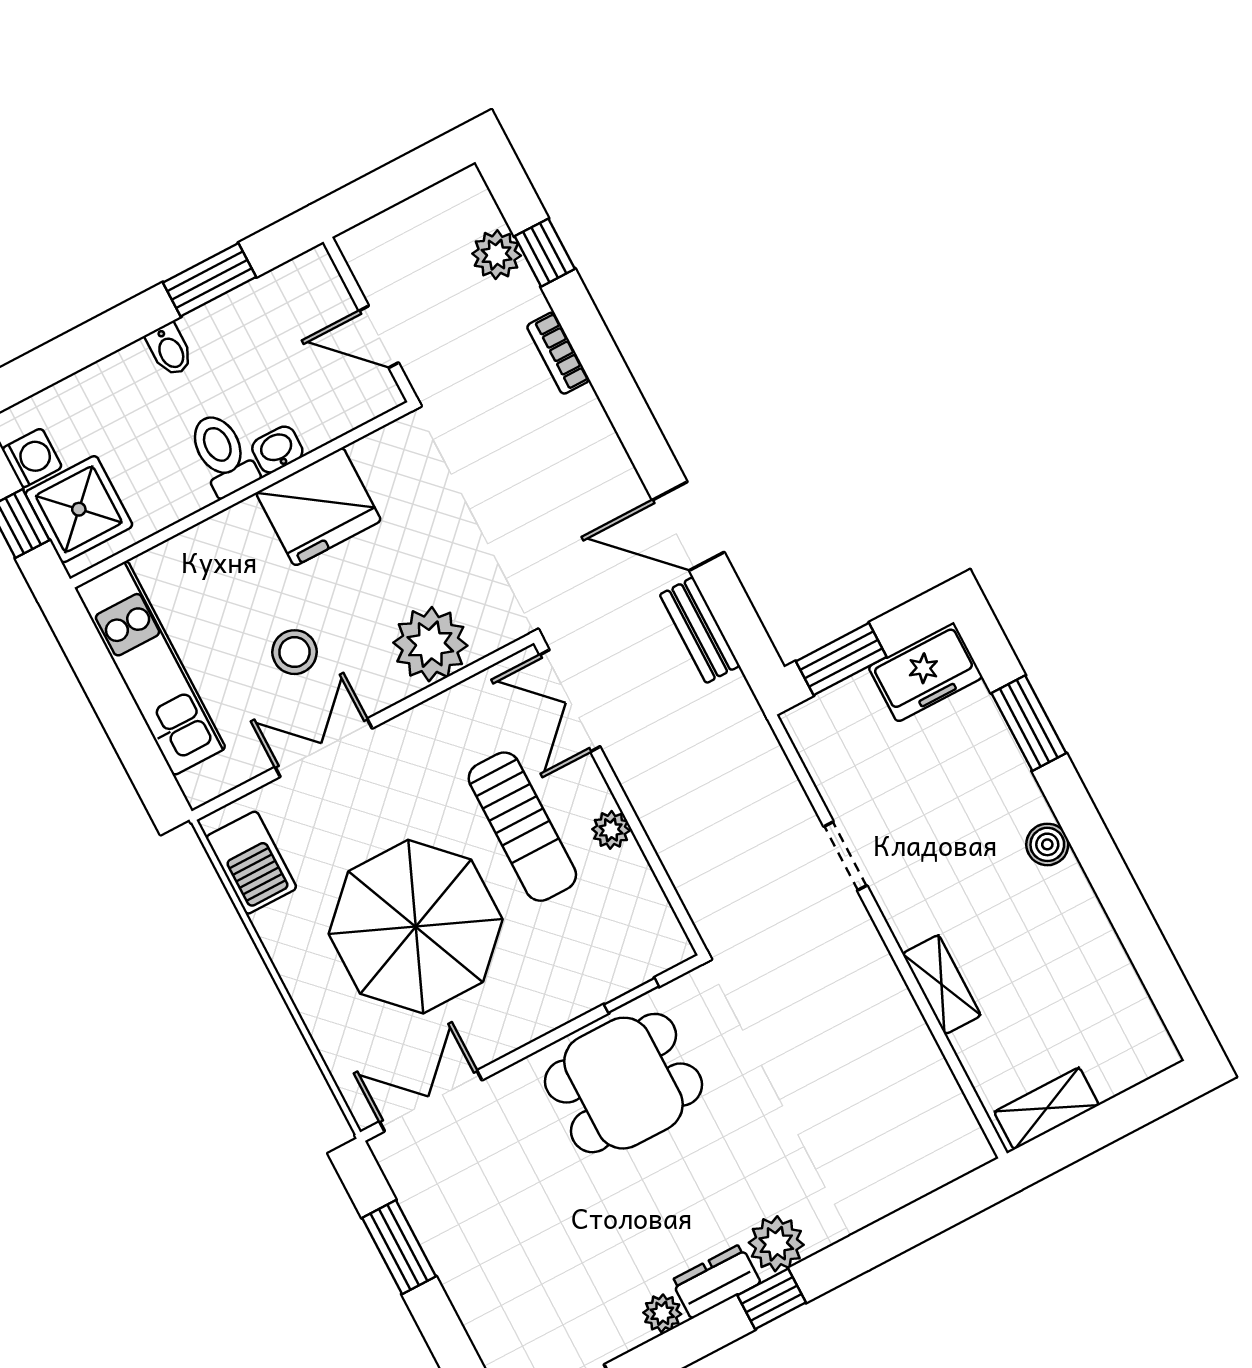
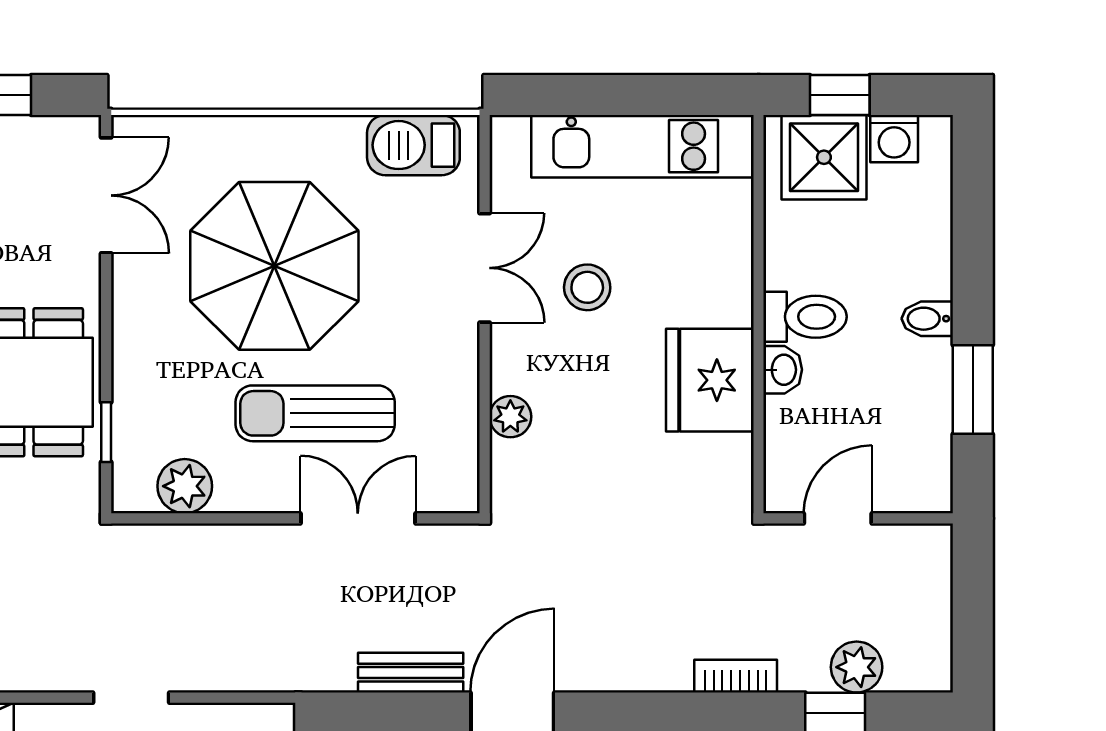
plant: (430, 644) -> (510, 417), width x0.53, depth x0.53
double door: (570, 701) -> (358, 518), moved
plant: (611, 830) -> (185, 486), moved, width x1.38, depth x1.38

